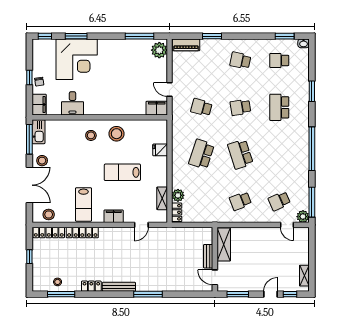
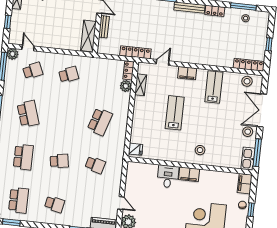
school desk: (279, 60) -> (19, 200), width x1.85
door: (169, 90) -> (121, 203), moved
desk: (72, 103) -> (168, 176), moved
filing cabinet: (157, 108) -> (189, 174), moved
stool: (116, 134) -> (176, 149), removed
fridge: (160, 150) -> (136, 149), moved
school desk: (240, 154) -> (28, 114), moved
lab bench: (122, 172) -> (175, 113), turned -90
locker: (82, 233) -> (135, 52), moved
window: (312, 250) -> (8, 22), added

